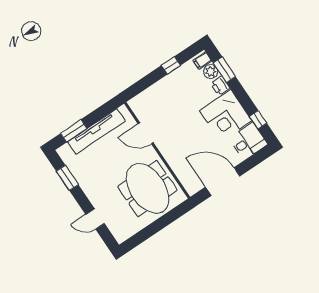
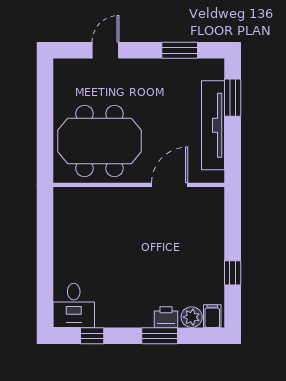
window: (224, 70) -> (160, 336), moved
corner desk: (226, 116) -> (124, 299), removed
door: (223, 182) -> (45, 240), removed

